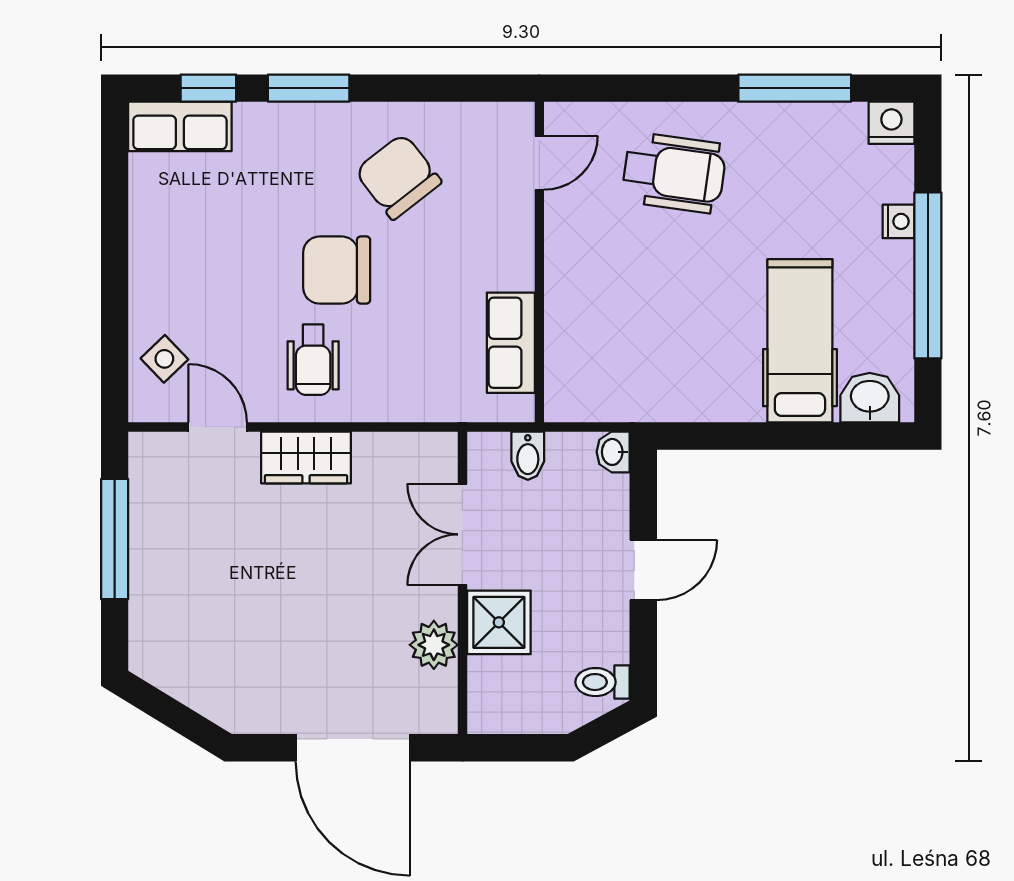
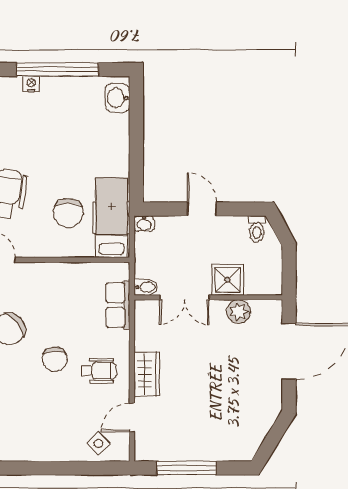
chair: (337, 270) -> (55, 359), width x0.73, depth x0.73
chair: (636, 298) -> (68, 213), added
hospital bed: (800, 341) -> (112, 218), moved, turned 90
row of seats: (511, 343) -> (118, 305), moved, turned 90
bidet: (528, 456) -> (146, 287), moved

